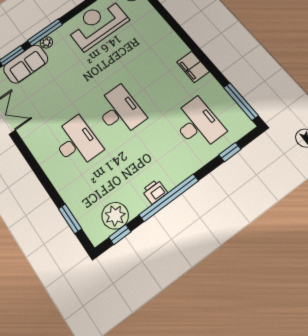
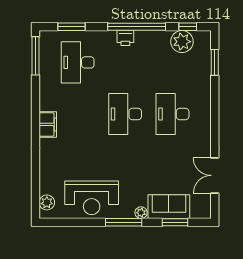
window: (45, 32) -> (124, 222), moved
filing cabinet: (193, 67) -> (48, 124), moved
window: (230, 152) -> (72, 27), width x1.50
printer: (155, 192) -> (125, 38), moved

